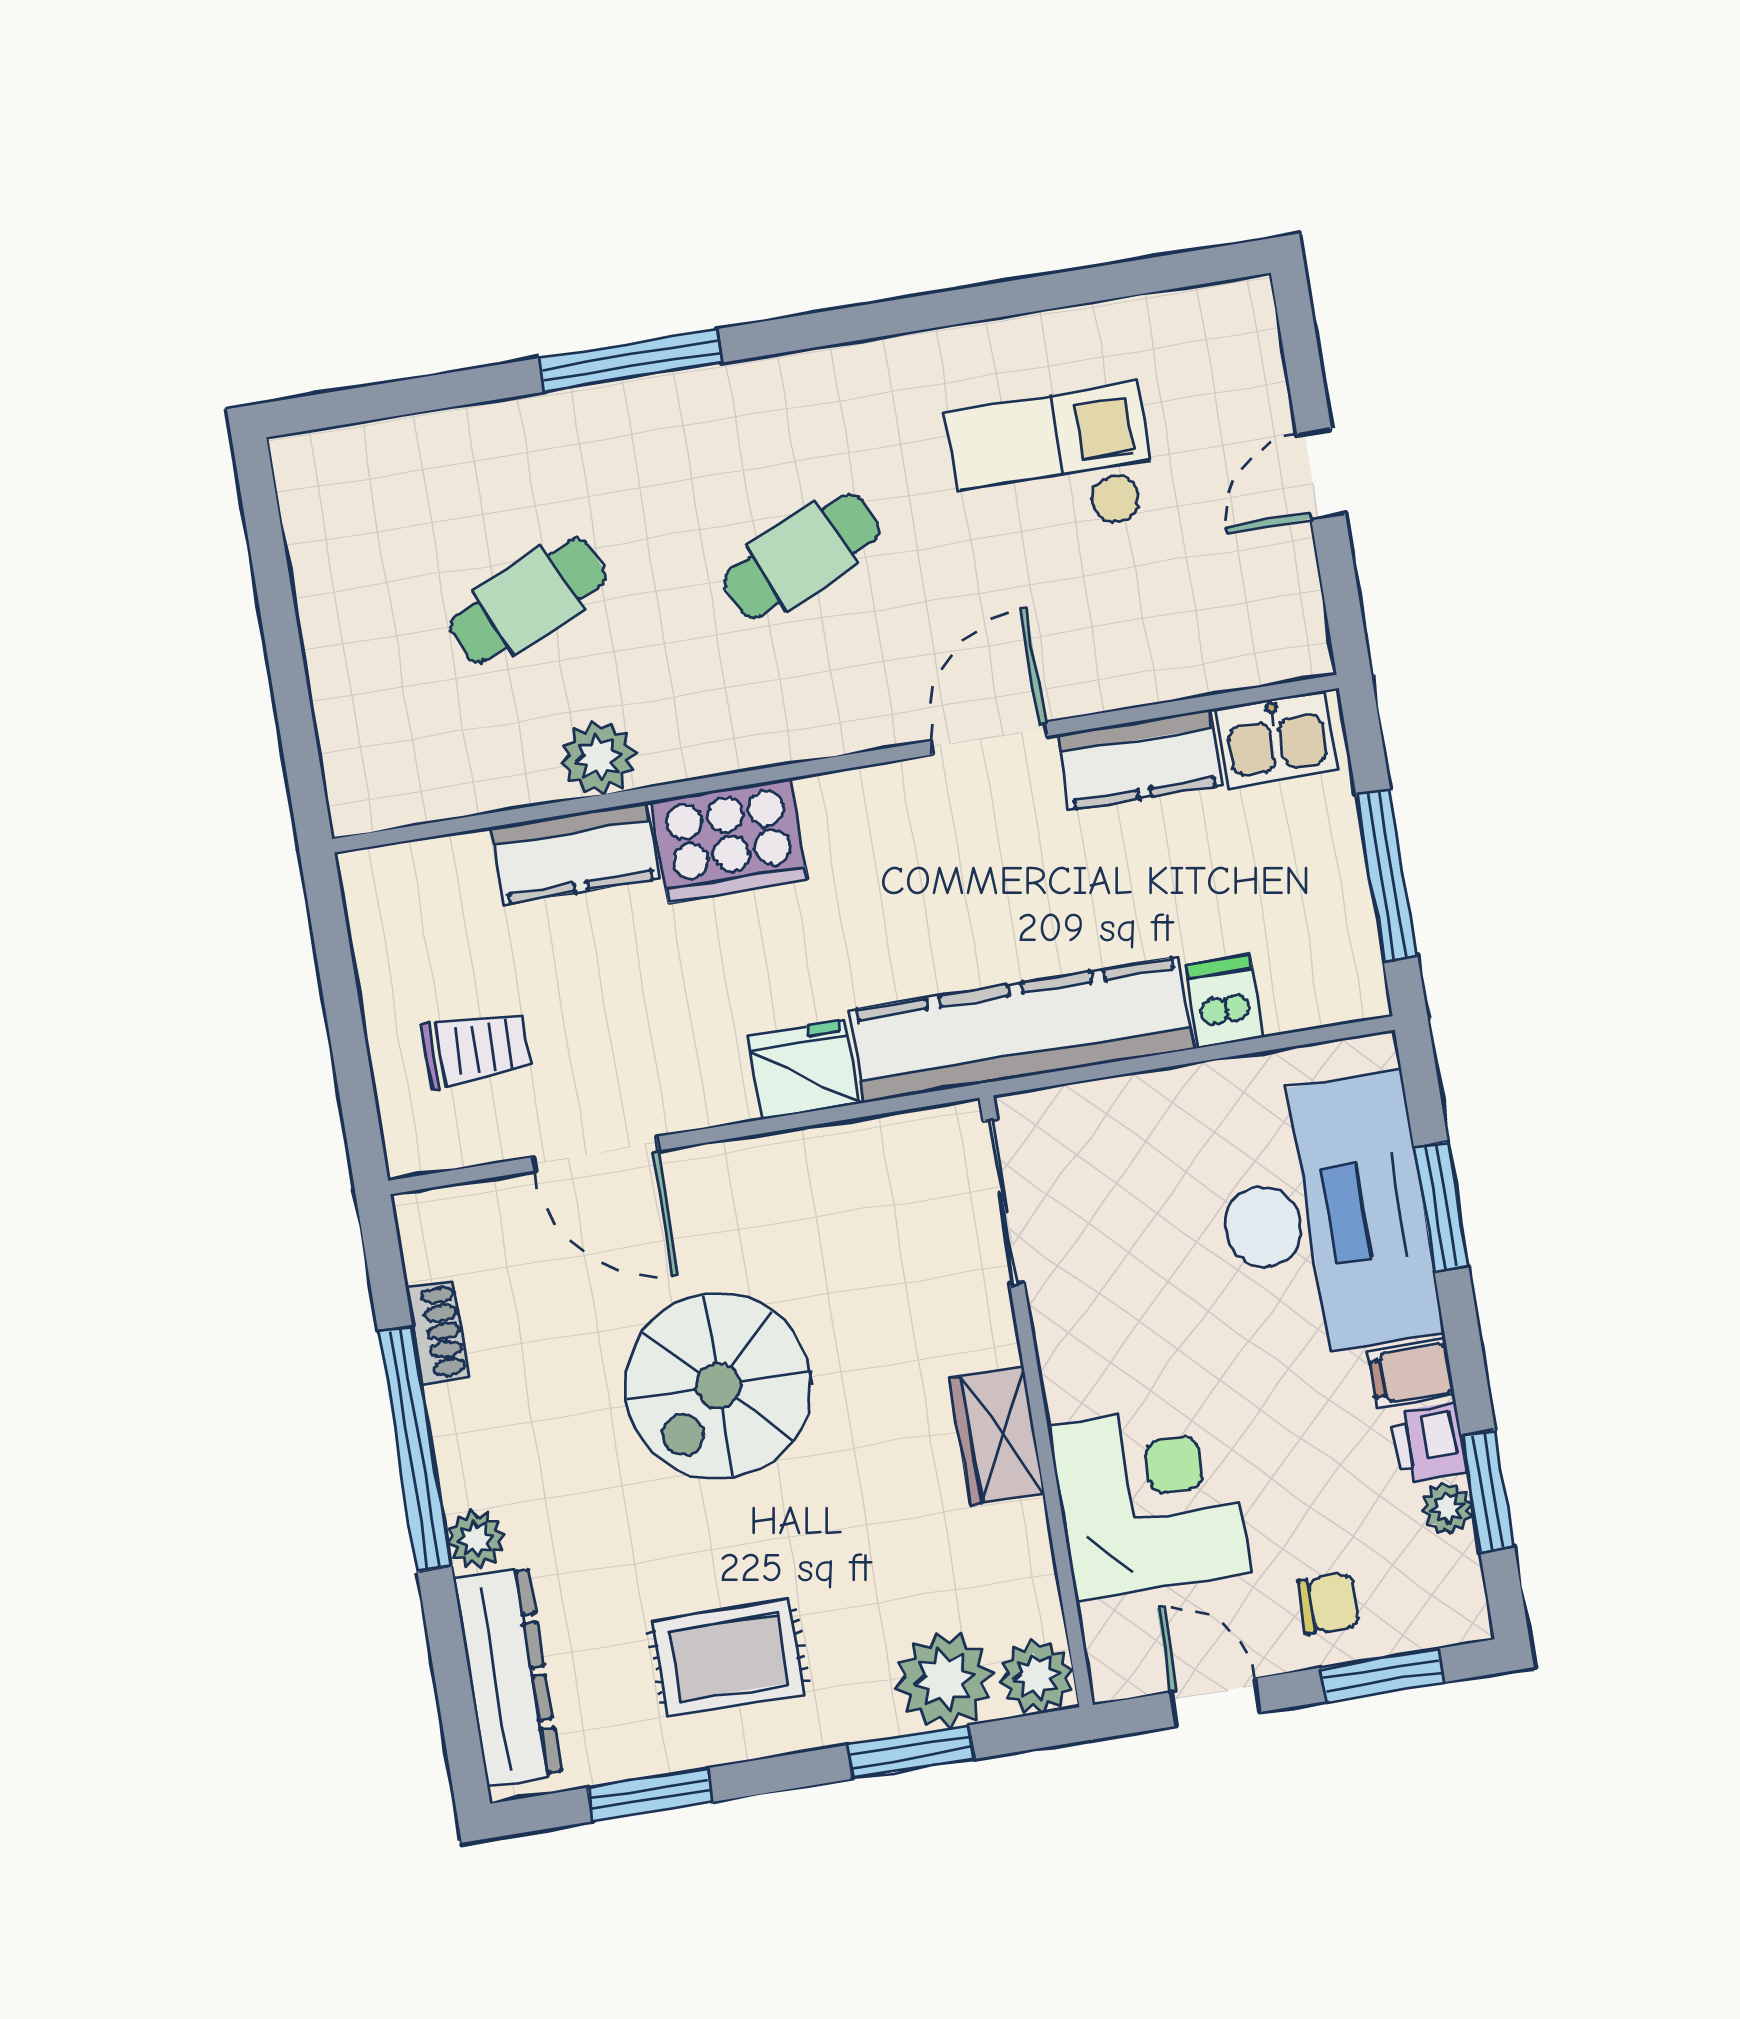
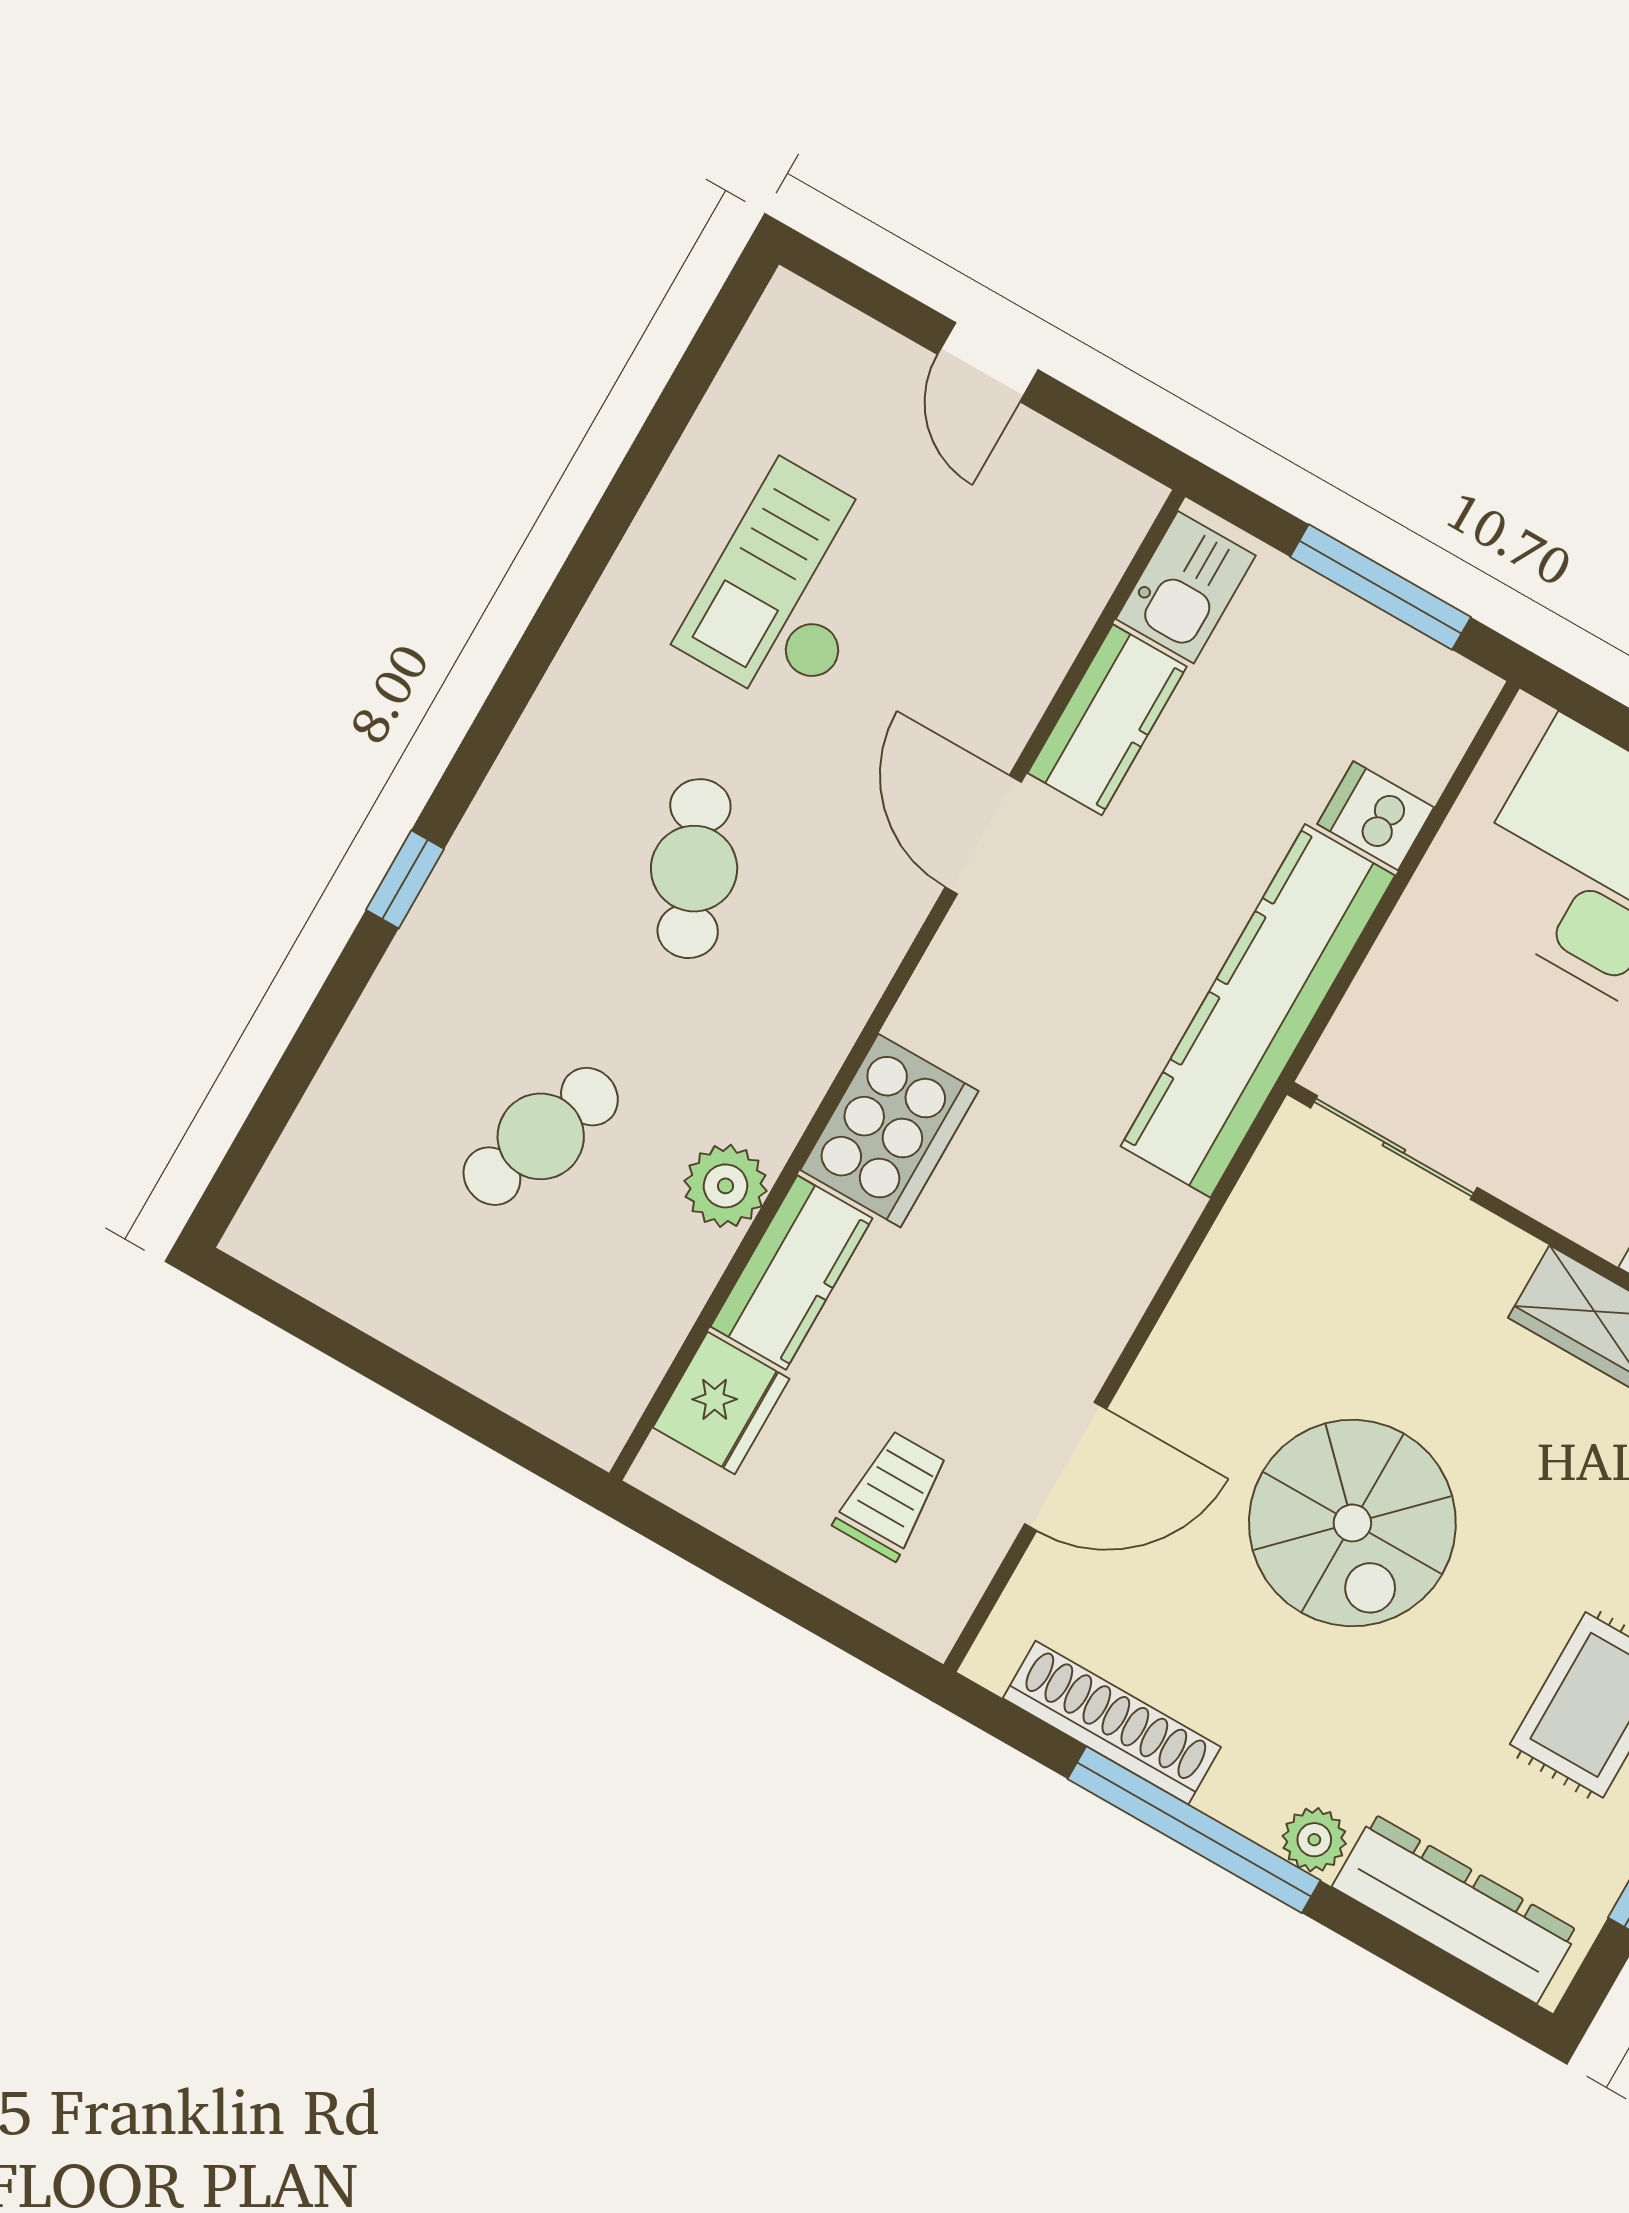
window: (630, 360) -> (405, 879), width x0.46
cafe table: (528, 601) -> (541, 1136), turned 45
fridge: (804, 1070) -> (721, 1403), moved, turned 180
shoe rack: (437, 1332) -> (1112, 1723), width x1.94, depth x1.24

